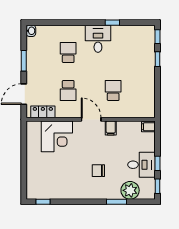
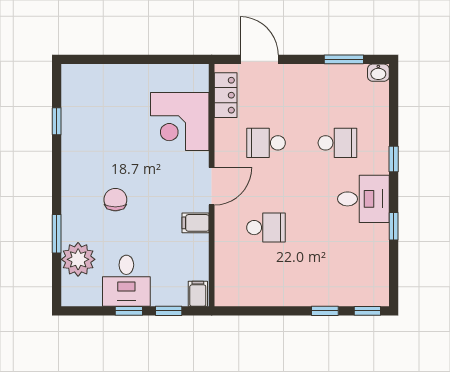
window: (77, 23) -> (394, 159), added
window: (24, 61) -> (344, 59), moved
window: (158, 186) -> (169, 311), moved
window: (43, 202) -> (57, 121), moved

